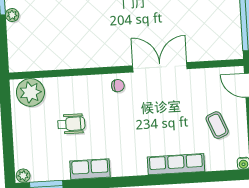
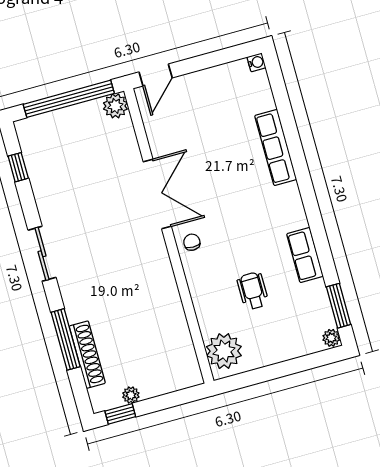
plant: (233, 50) -> (115, 106), added
double door: (160, 67) -> (157, 194), swing flipped
coffee table: (217, 125) -> (215, 106), removed

